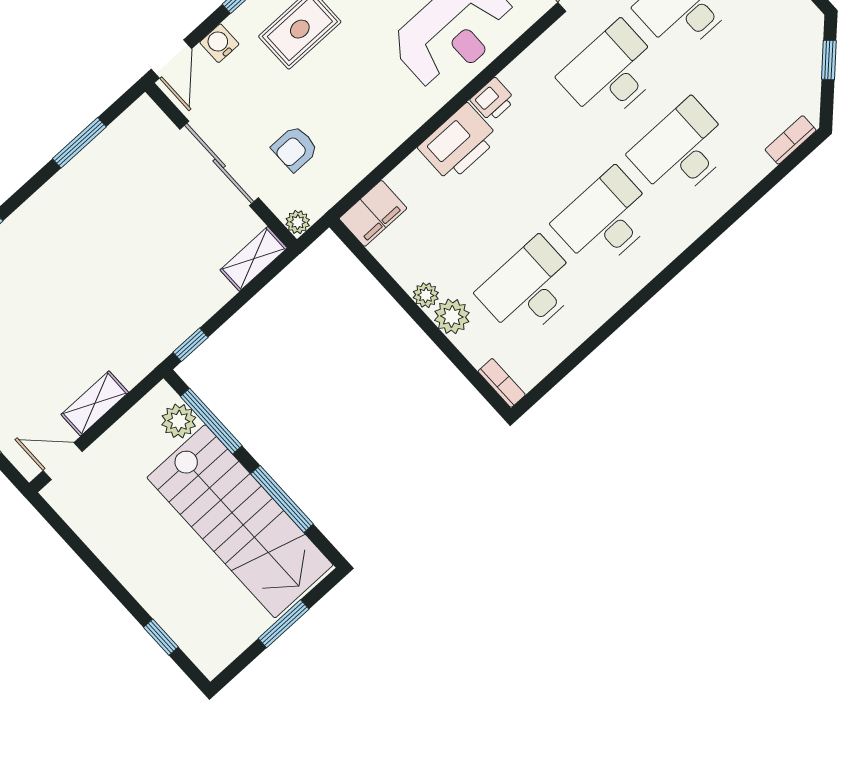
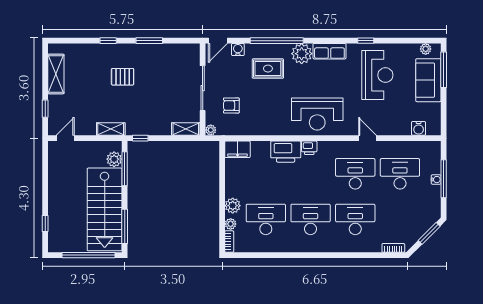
window: (829, 60) -> (429, 233), width x1.50
window: (79, 143) -> (149, 41), moved
pallet: (65, 268) -> (123, 77), added
plant: (426, 295) -> (231, 224), moved
shelving: (95, 403) -> (111, 129), moved
door: (63, 461) -> (65, 138), hinge flipped
window: (282, 499) -> (125, 226), moved
window: (284, 624) -> (89, 255), width x2.11

